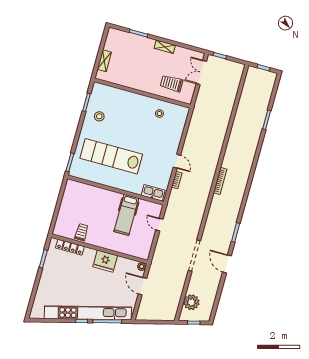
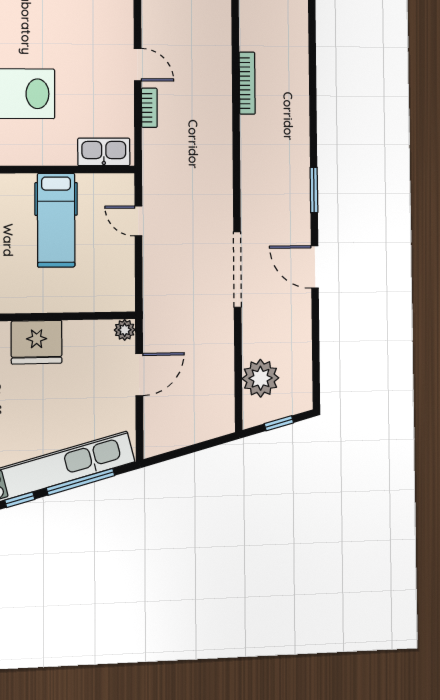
door: (142, 286) -> (139, 375), swing flipped

